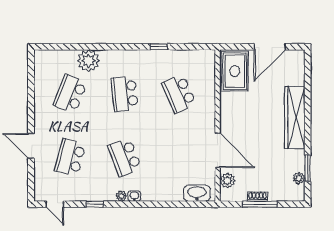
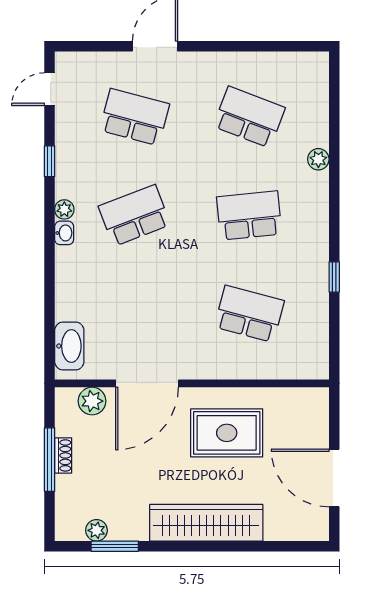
plant: (88, 61) -> (318, 159), width x0.53, depth x0.53
rug: (235, 71) -> (227, 433), moved
school desk: (179, 94) -> (249, 314), turned 39

